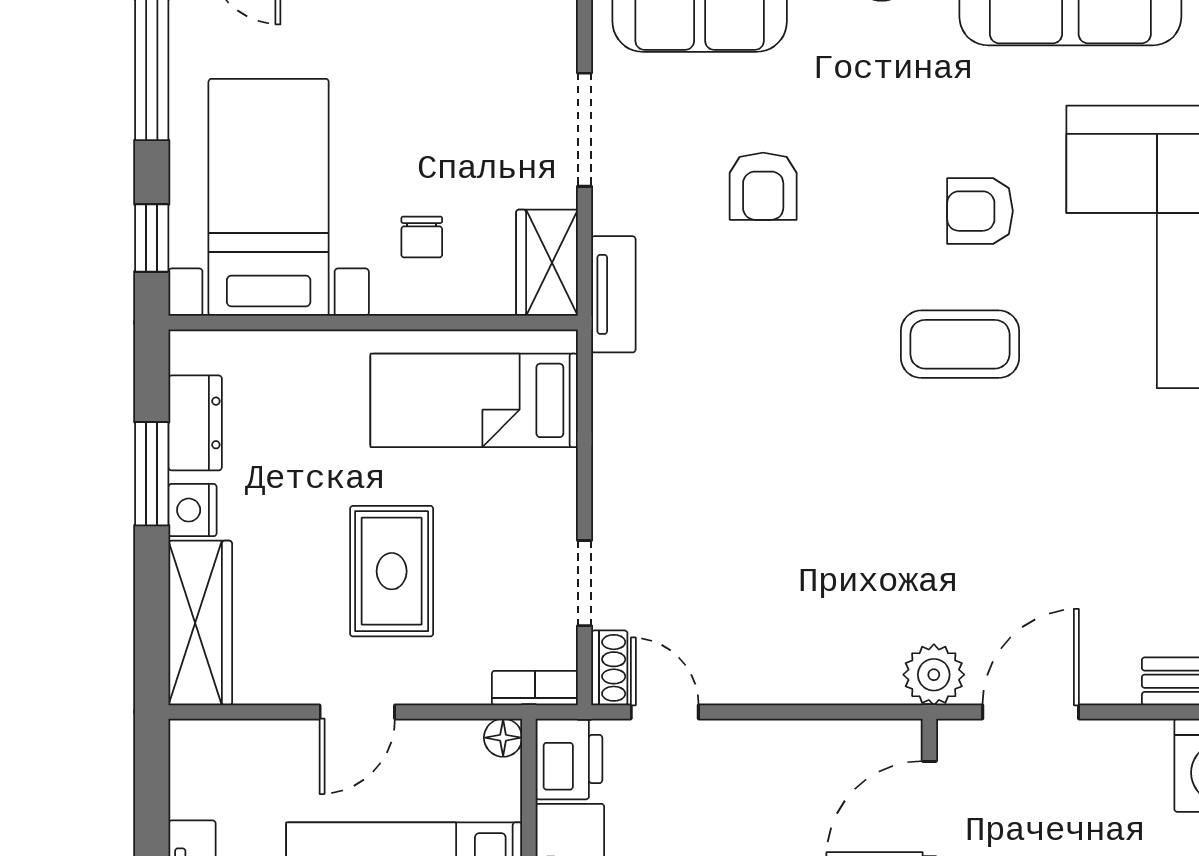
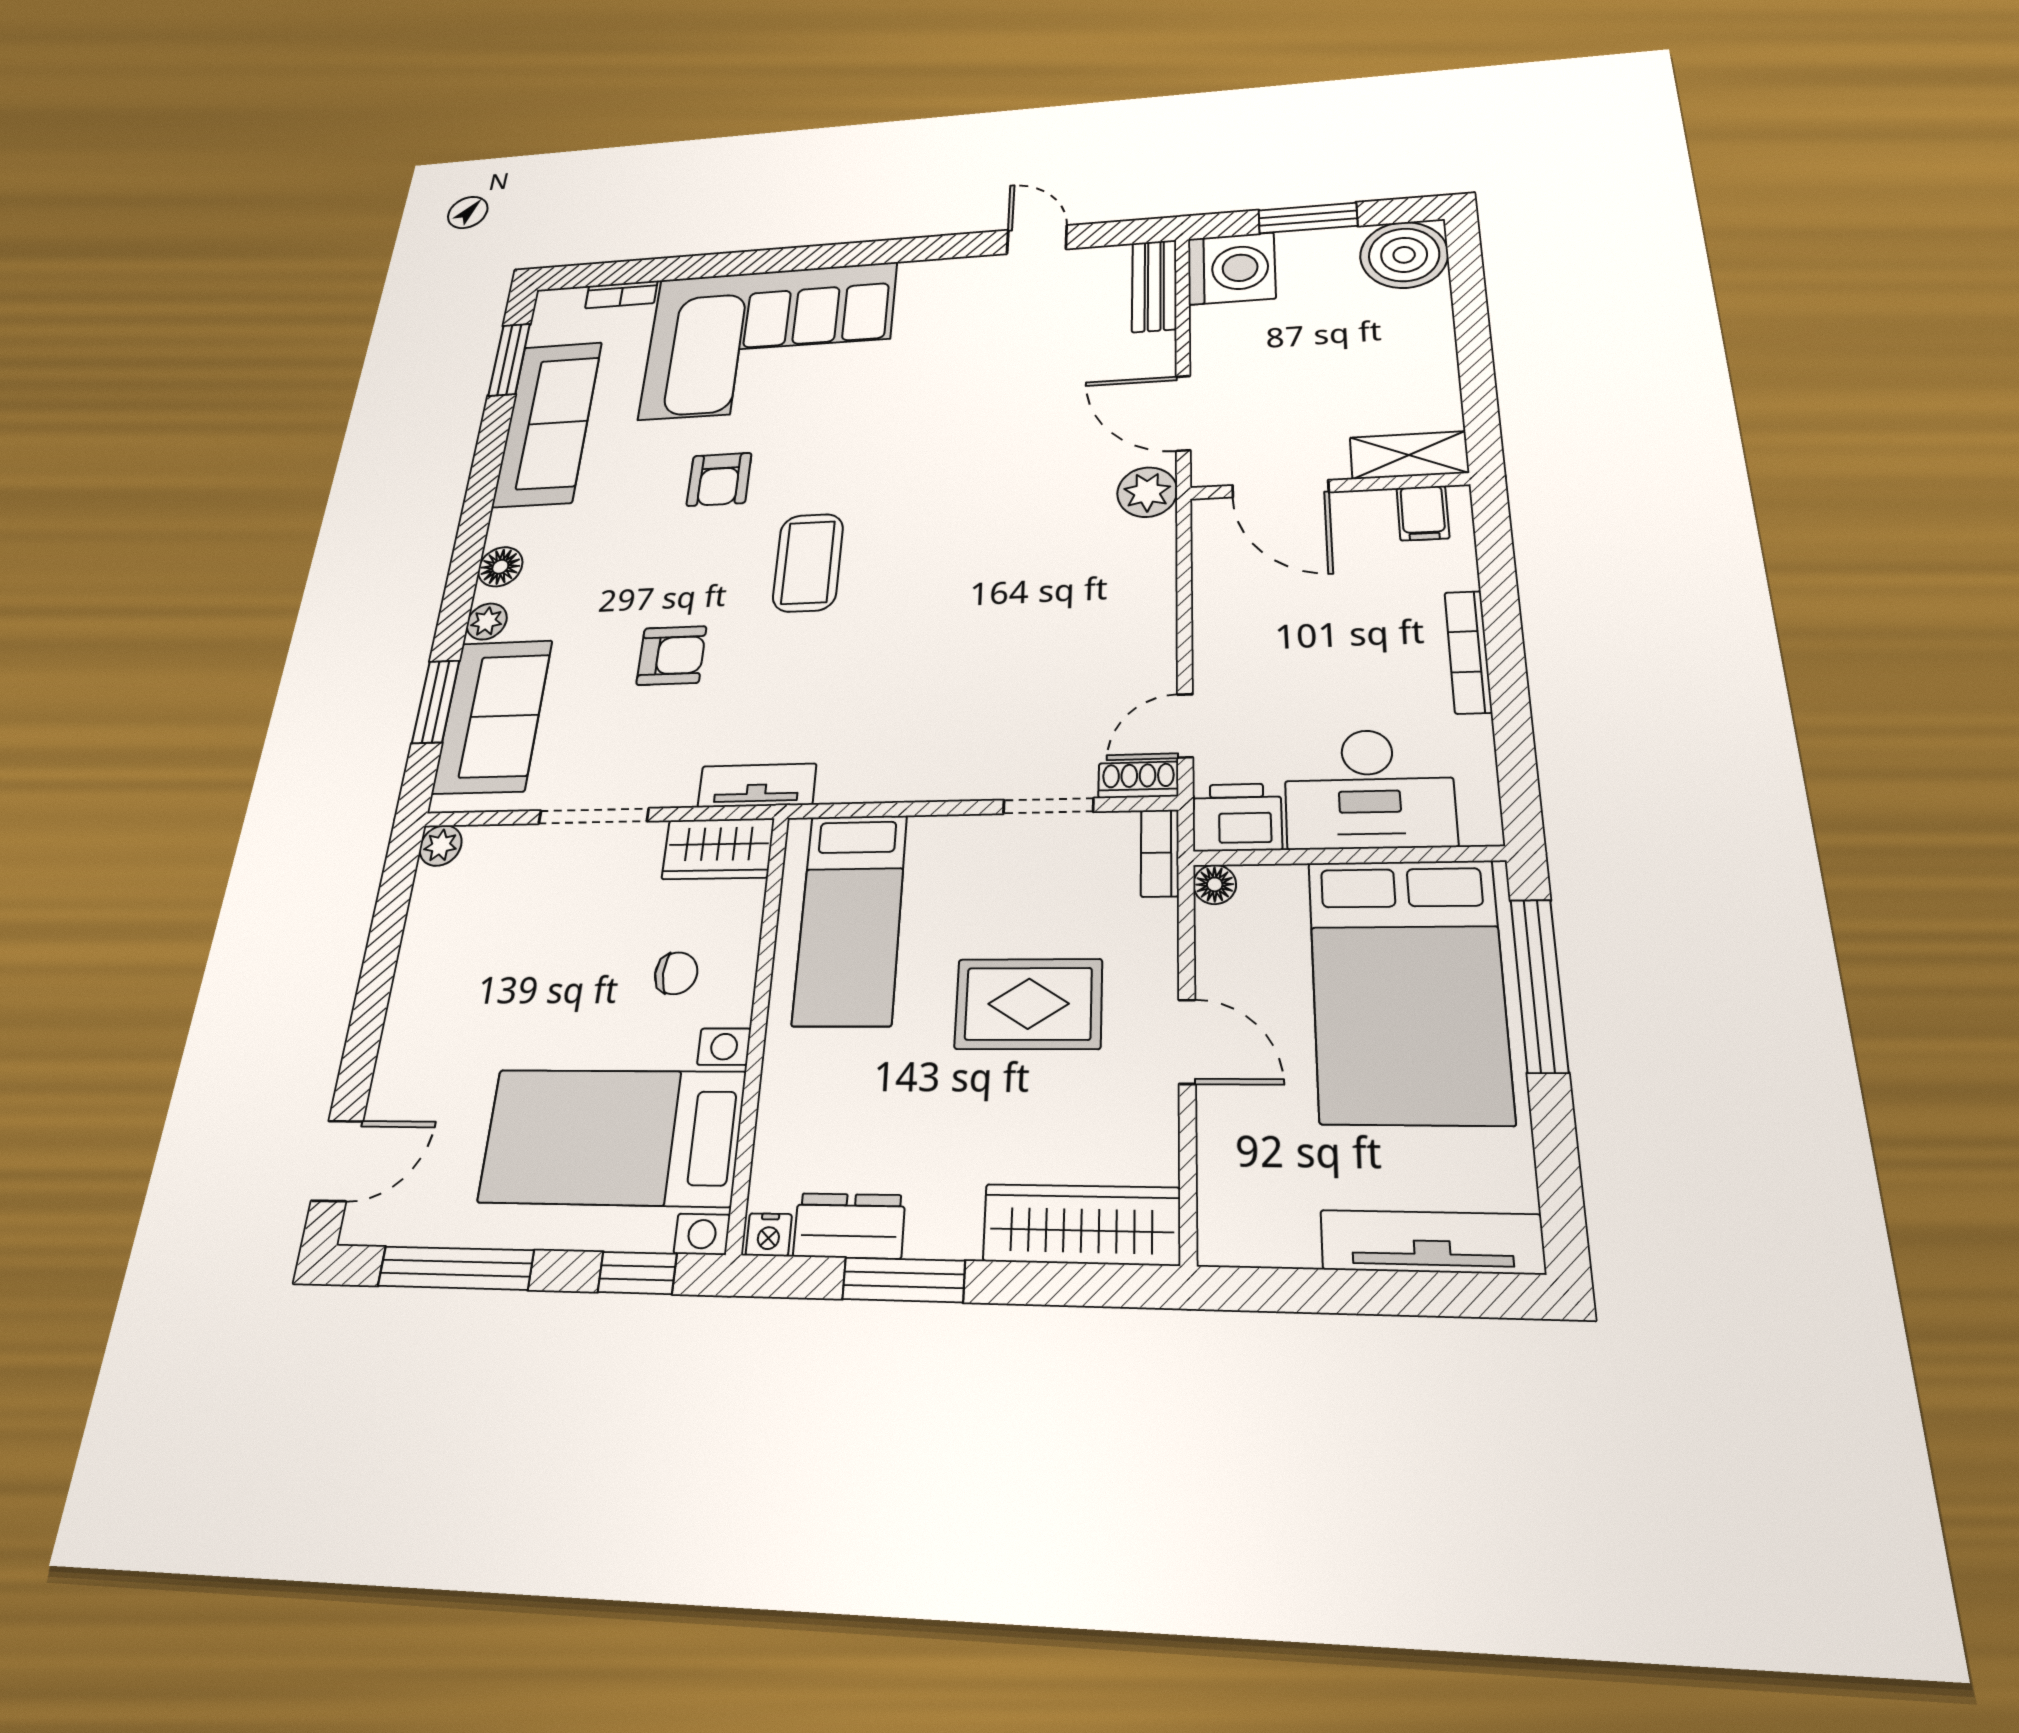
coffee table: (960, 344) -> (808, 563), moved
nightstand: (192, 510) -> (769, 1235), moved, width x0.72, depth x0.74

